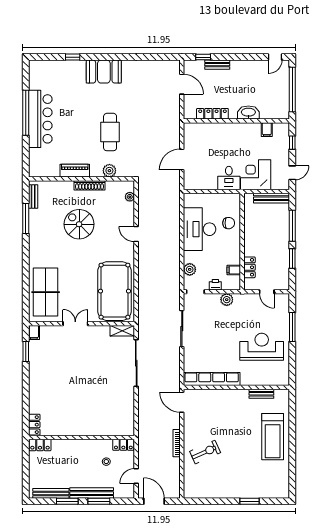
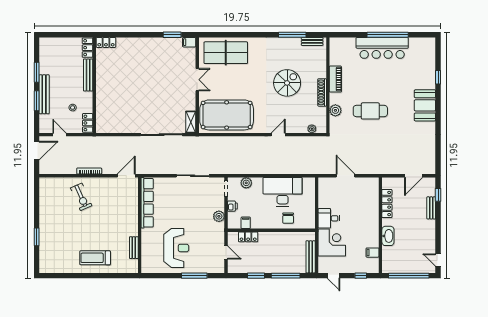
door: (267, 292) -> (226, 252), swing flipped
treadmill: (273, 437) -> (95, 258), width x0.73, depth x0.73
bench: (51, 493) -> (88, 75), moved

